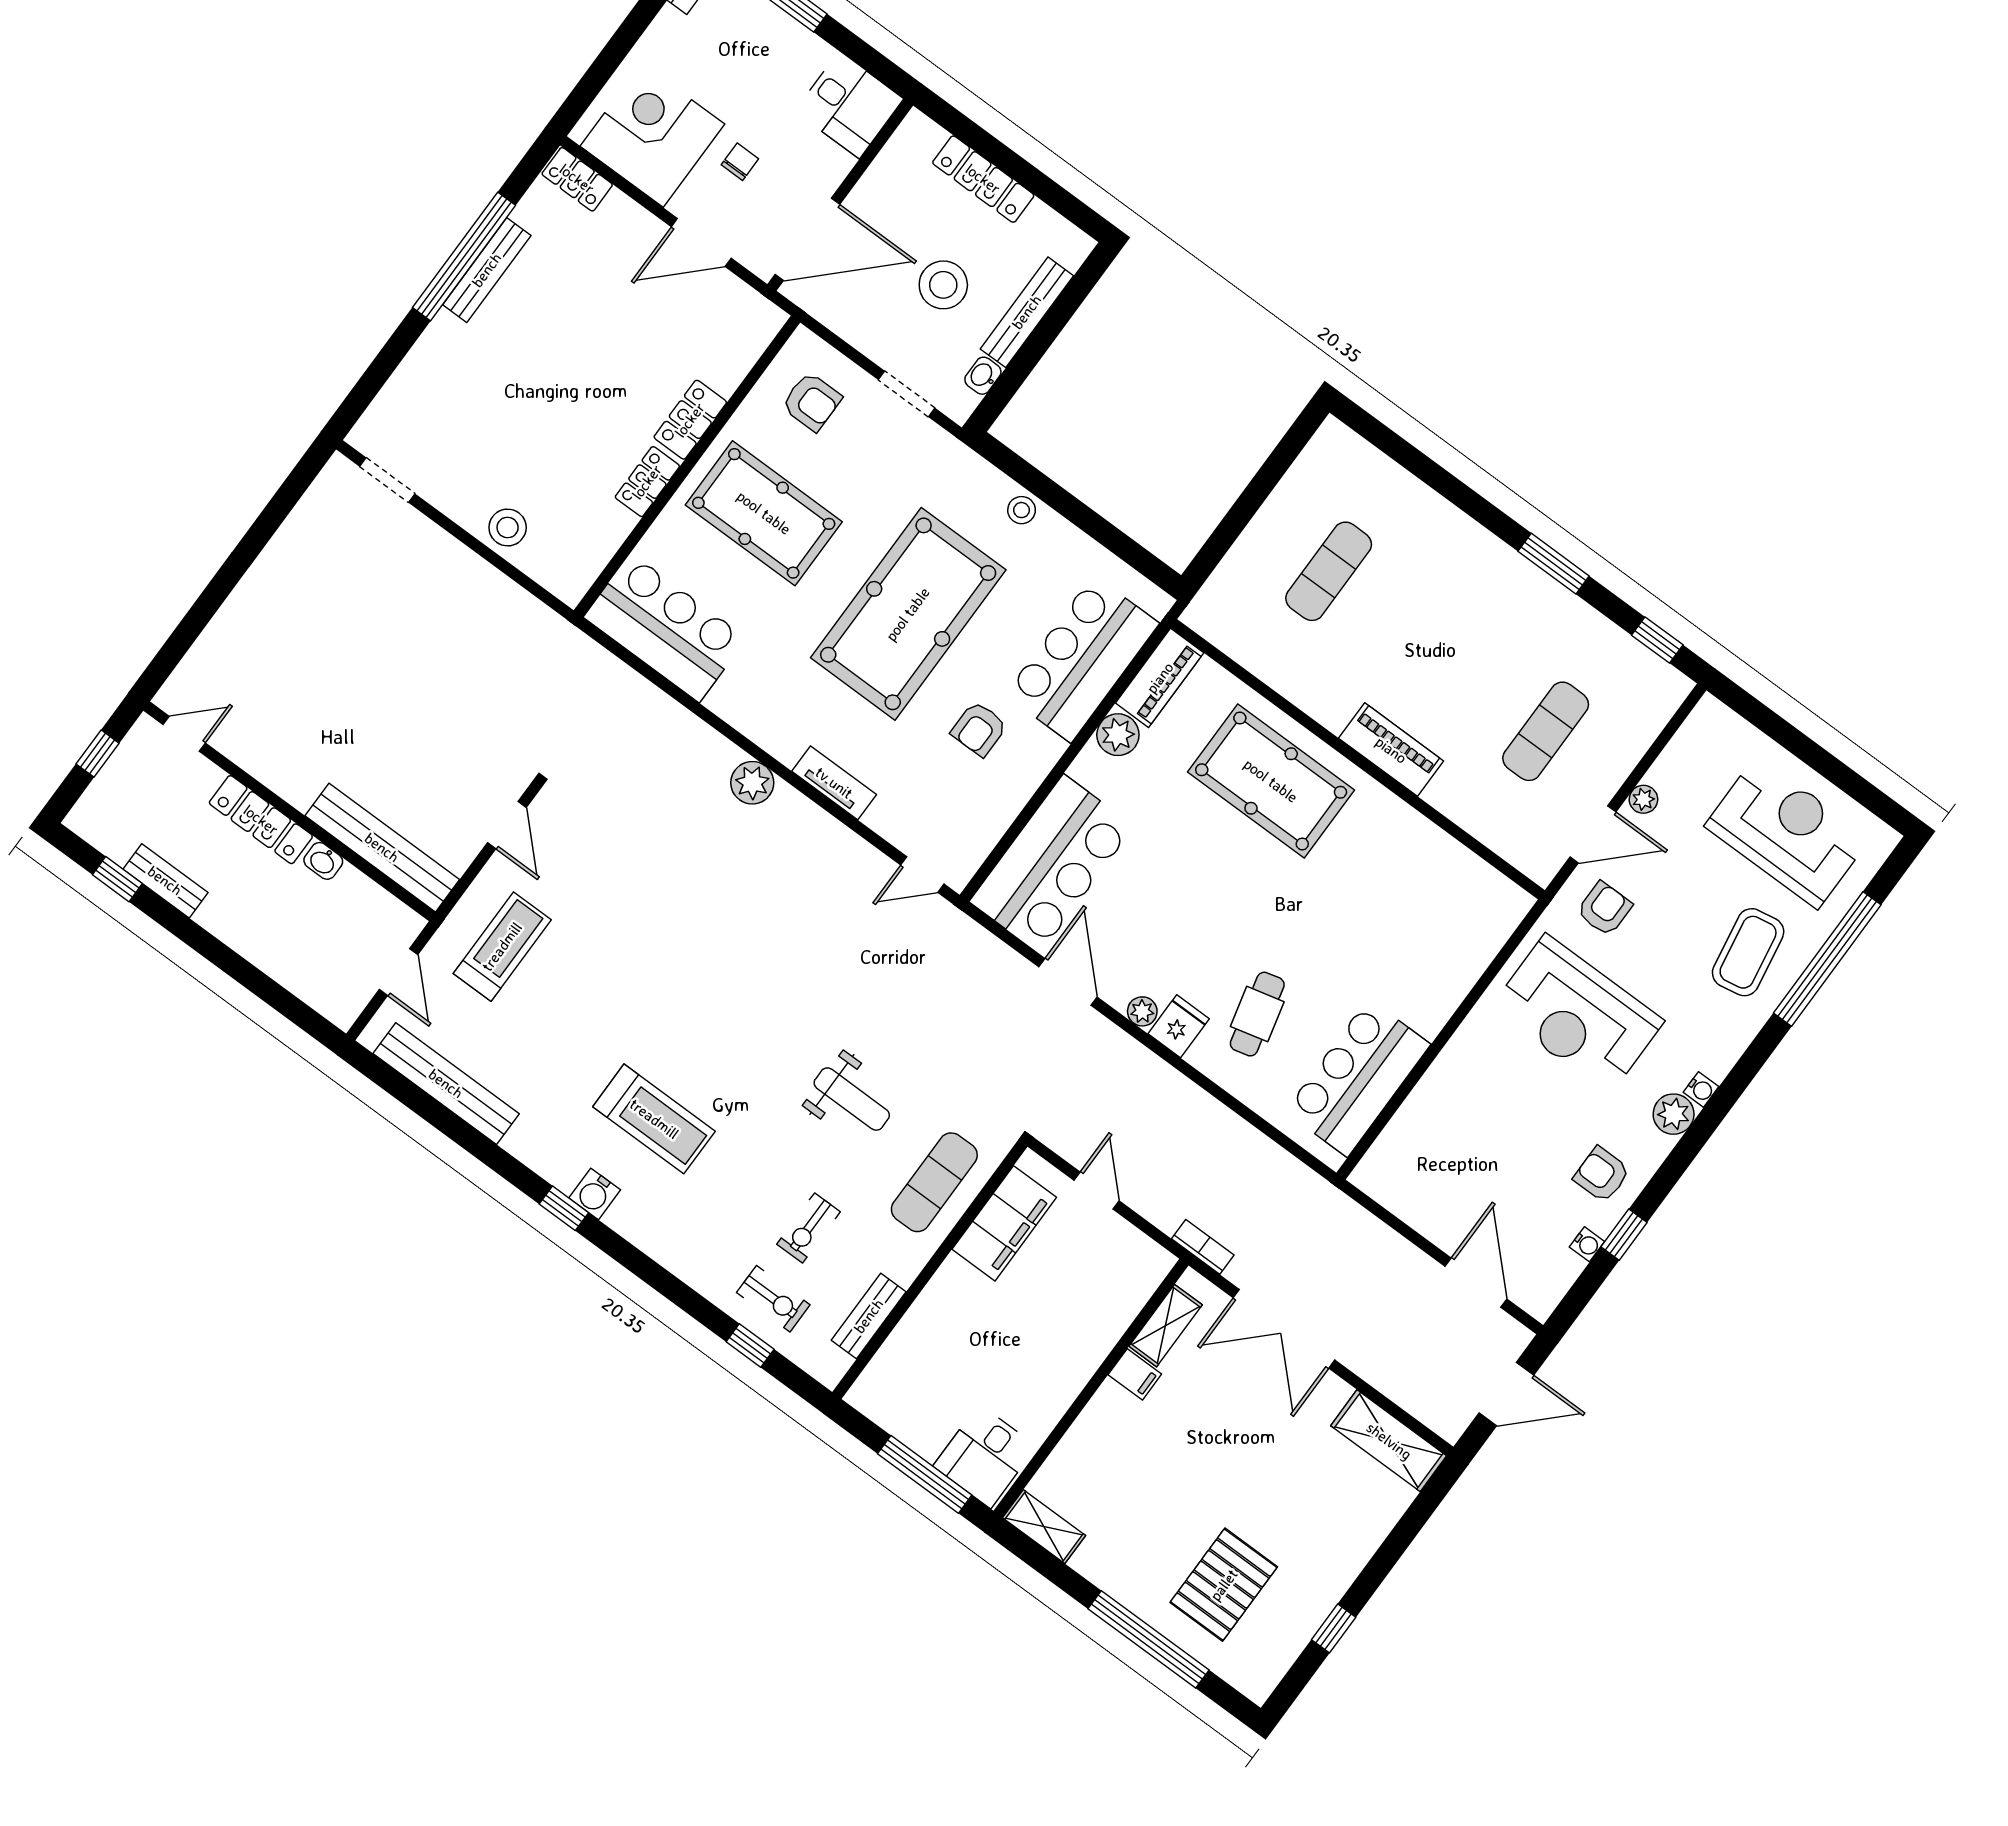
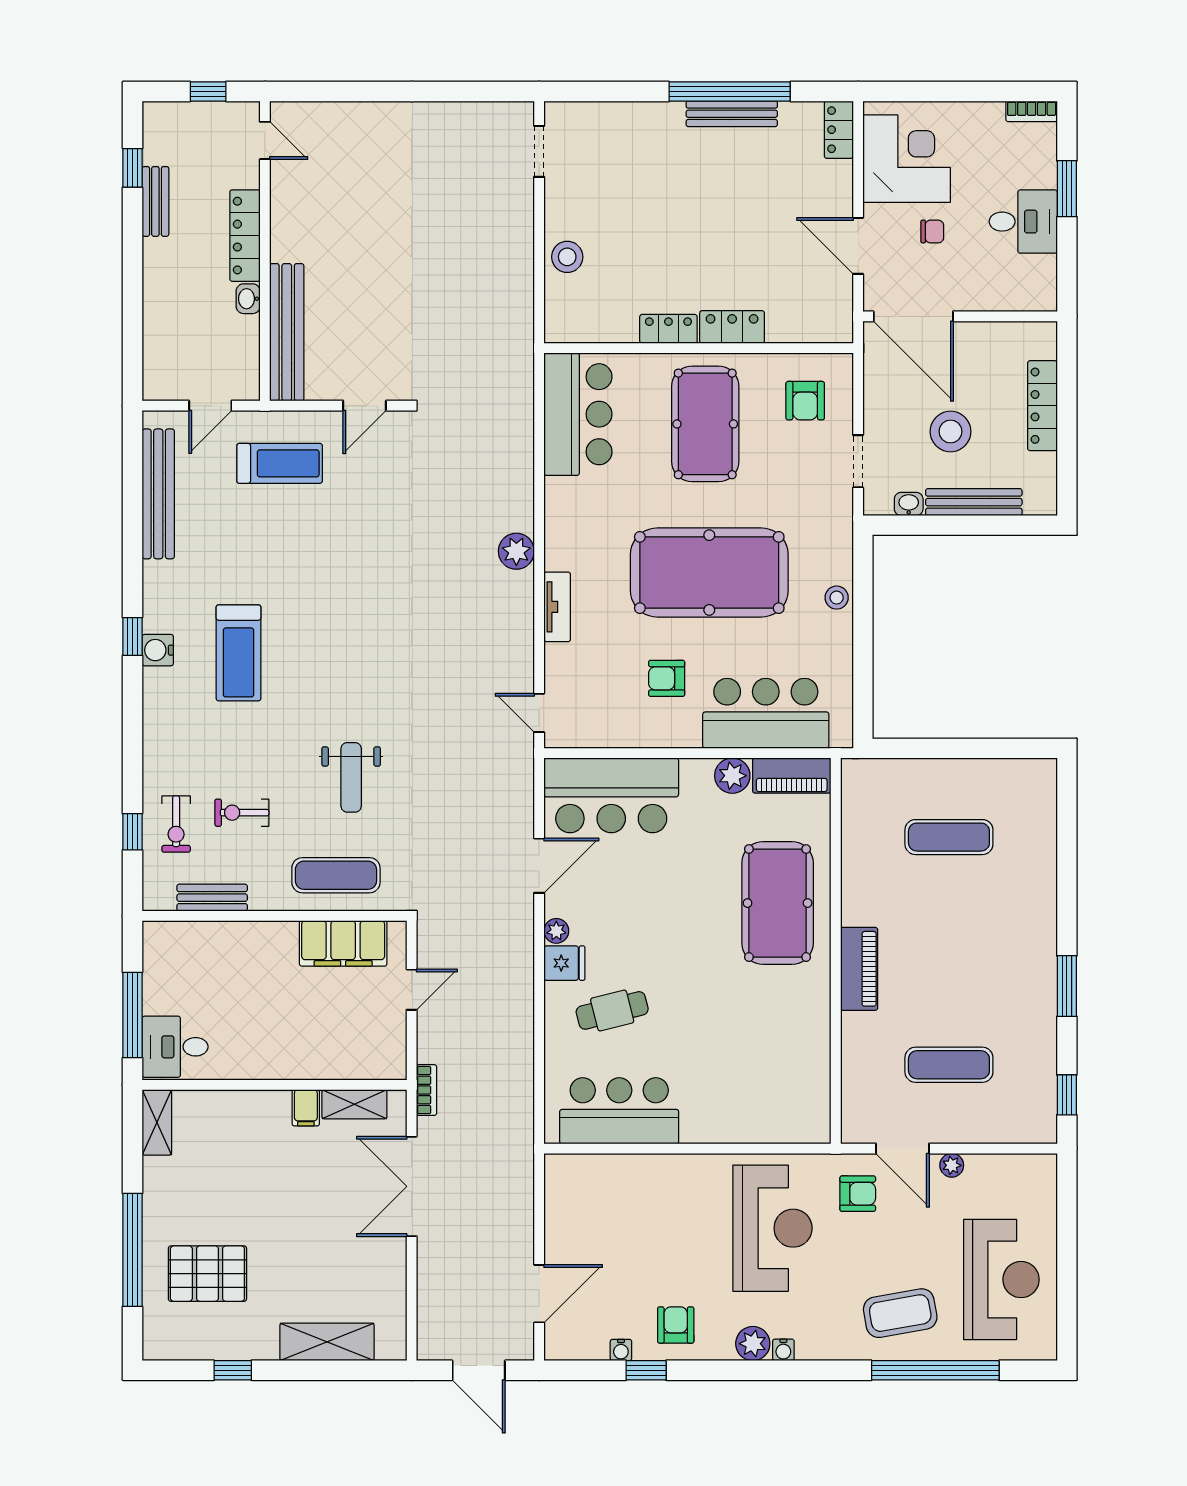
desk: (849, 105) -> (1023, 222), moved, turned -90
reception desk: (1577, 1014) -> (772, 1228), turned 180
shelving: (1389, 1441) -> (327, 1342), moved, turned 90

